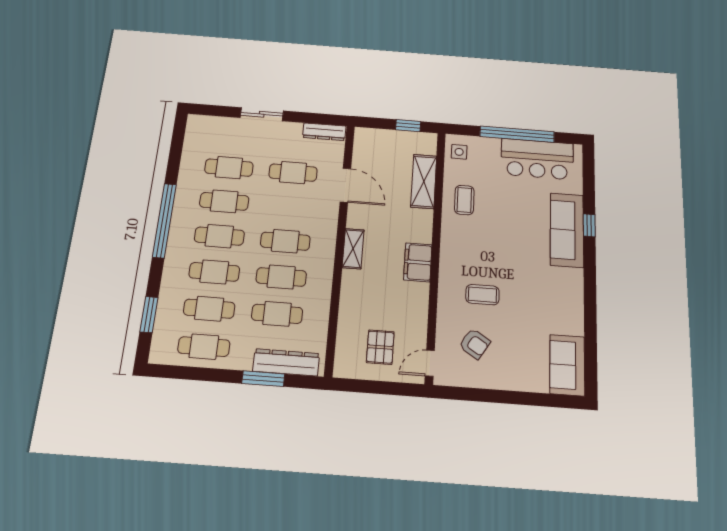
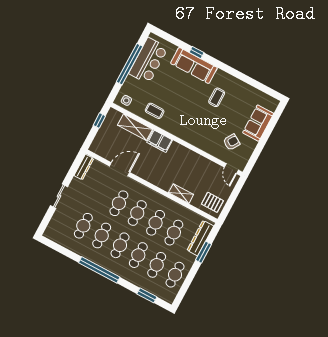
cafe table: (293, 173) -> (119, 203), moved
shelving: (353, 249) -> (181, 194), moved
filing cabinet: (418, 262) -> (160, 141), moved
coffee table: (482, 295) -> (217, 97), moved
pallet: (380, 347) -> (212, 202), moved
sofa: (567, 365) -> (258, 123), moved, turned 90

